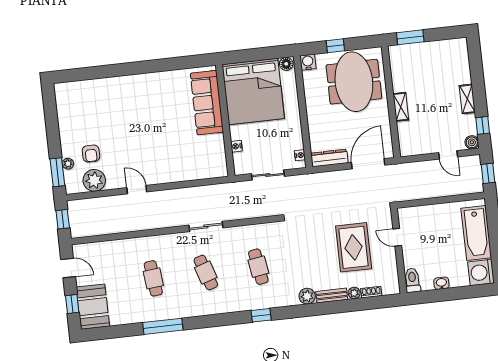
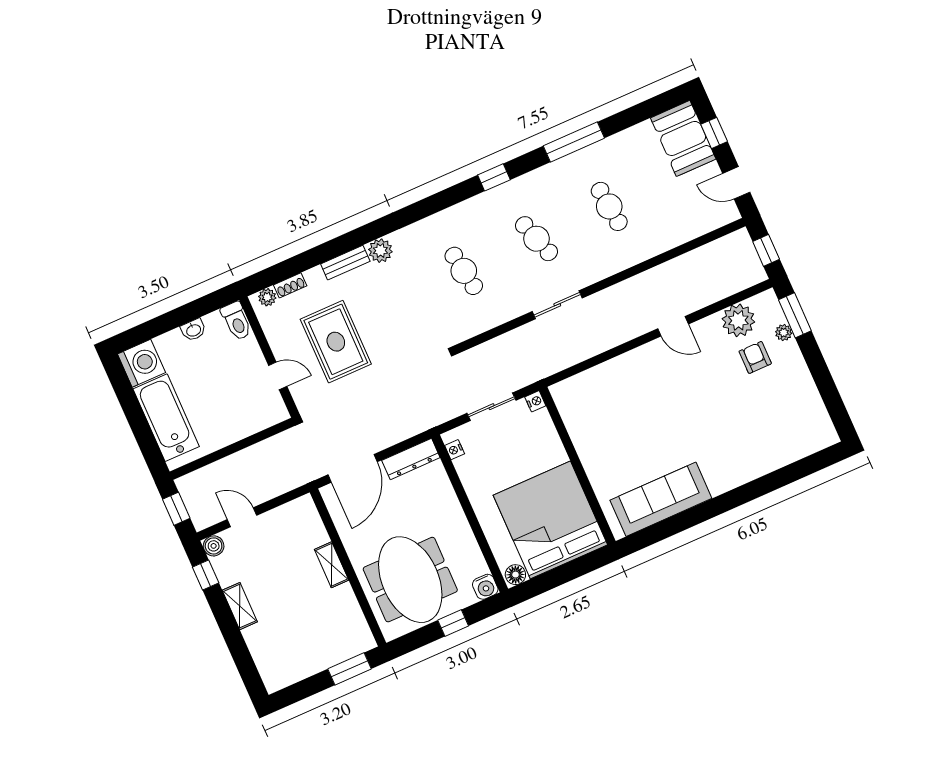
sofa: (207, 103) -> (661, 499), moved, turned -90
nightstand: (236, 146) -> (535, 401), moved
plant: (354, 293) -> (267, 297), moved
window: (261, 315) -> (494, 177), moved

